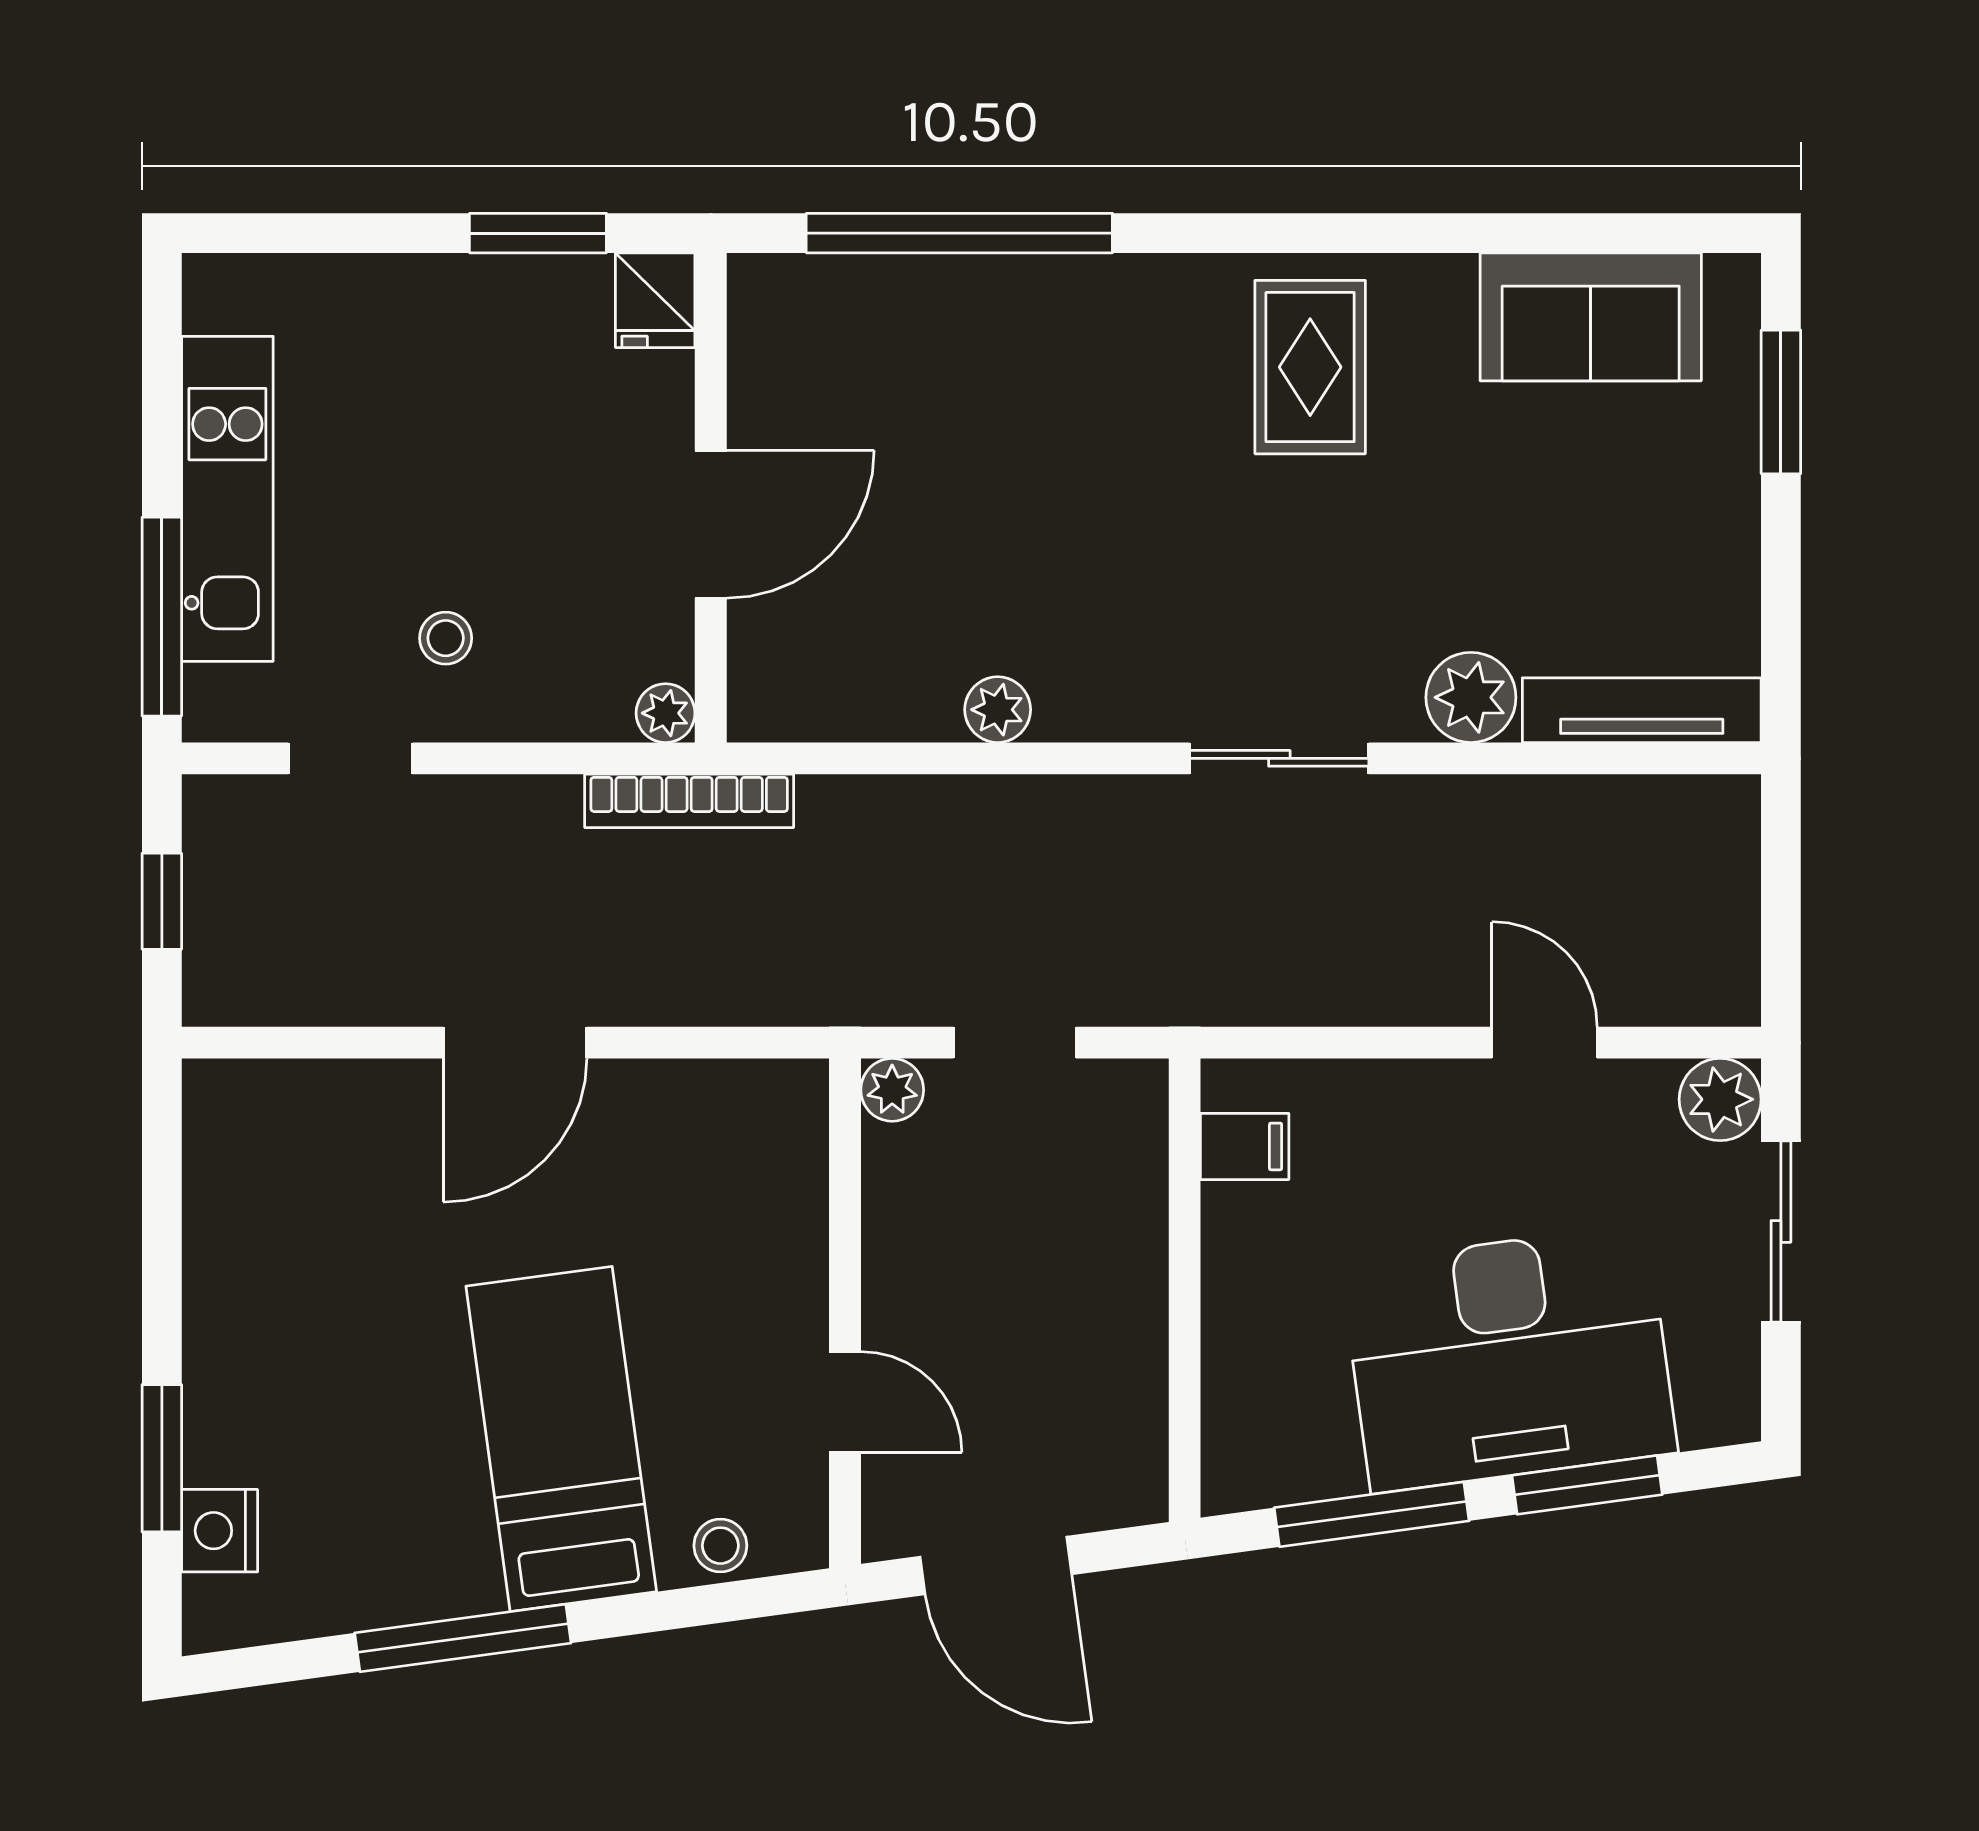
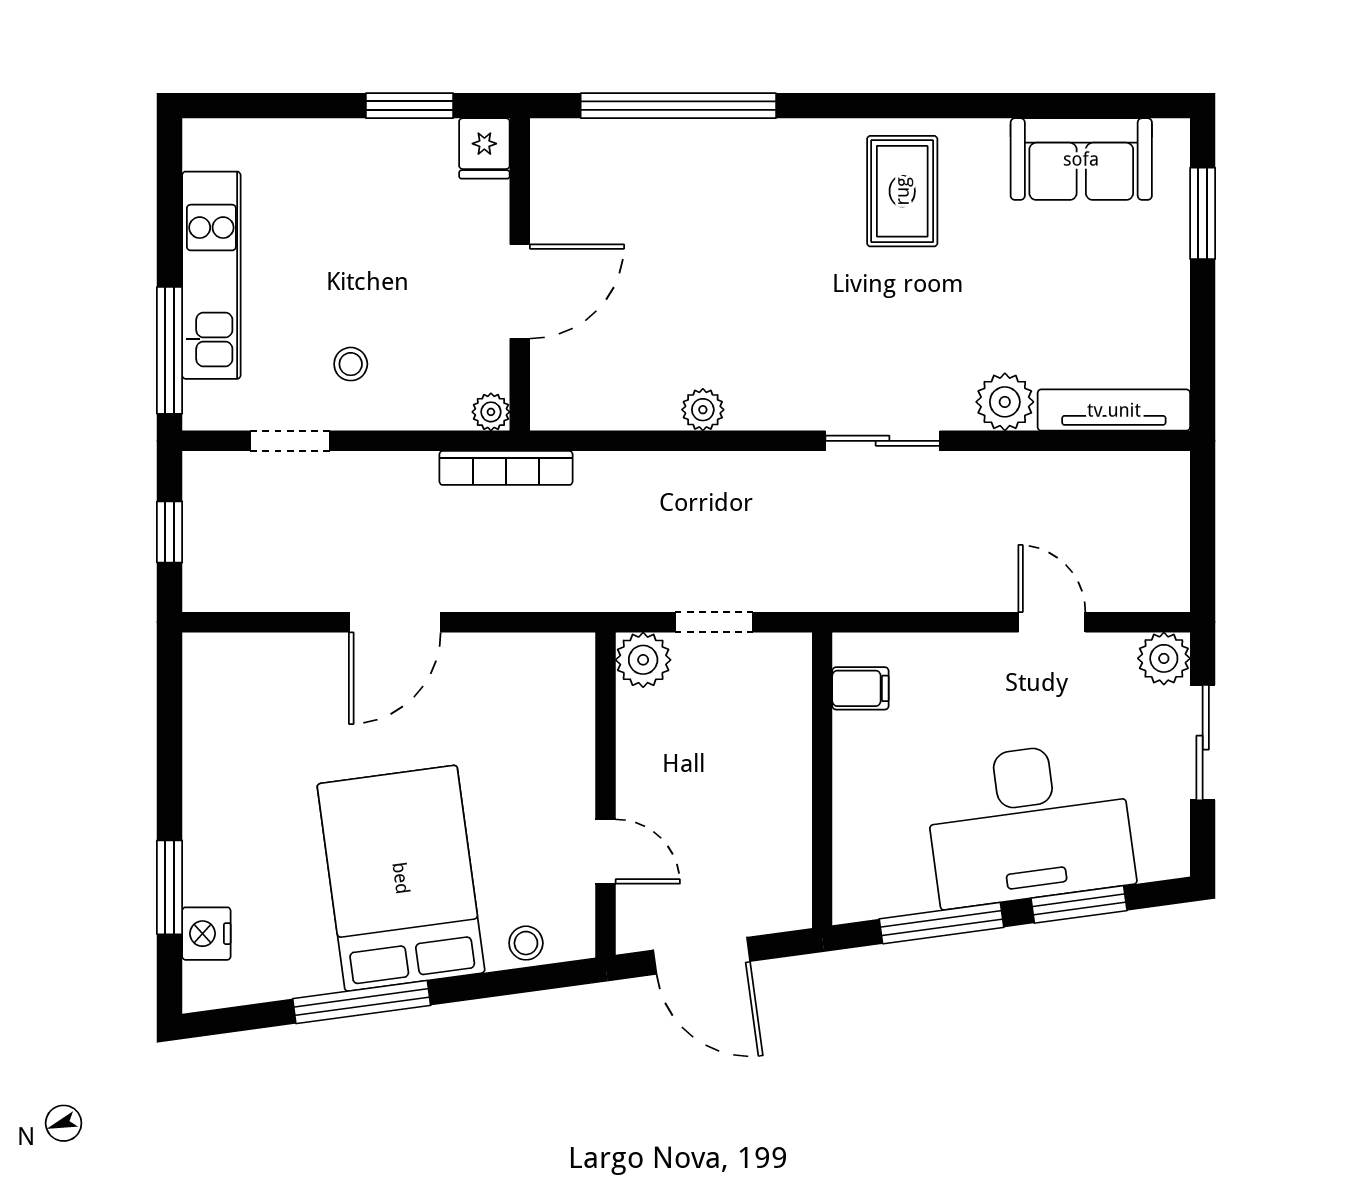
plant: (892, 1090) -> (643, 660), width x1.38, depth x1.38
bed: (561, 1439) -> (401, 878), width x1.50

